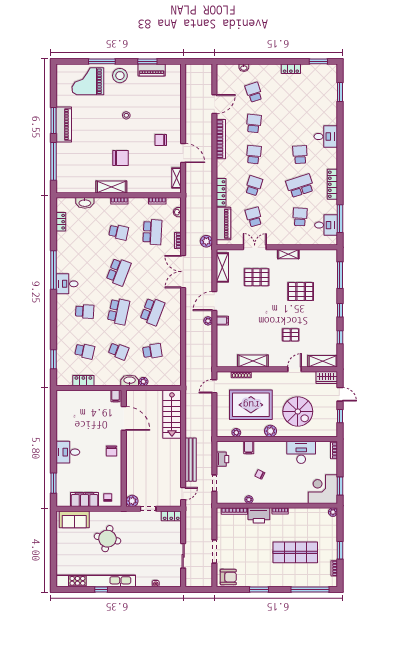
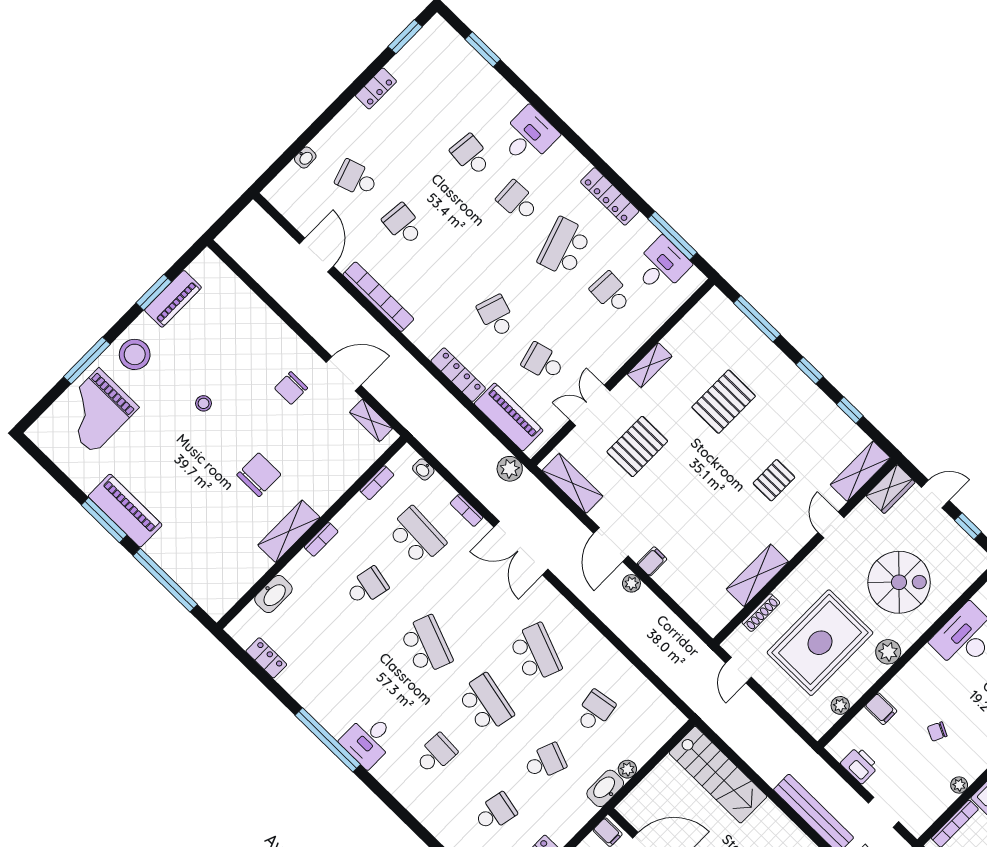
school desk: (254, 155) -> (471, 155), moved

